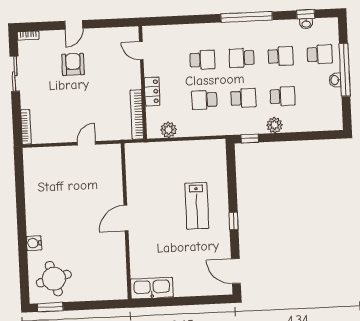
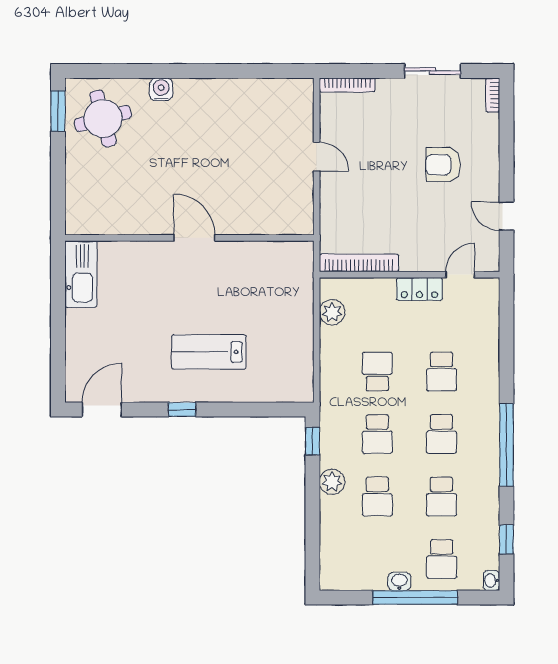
washbasin: (306, 24) -> (491, 581), moved
door: (74, 25) -> (506, 216), moved
school desk: (242, 58) -> (442, 434), turned 180
armchair: (73, 64) -> (443, 165), turned 180
locker: (152, 91) -> (419, 289), moved
door: (86, 143) -> (317, 157), moved

